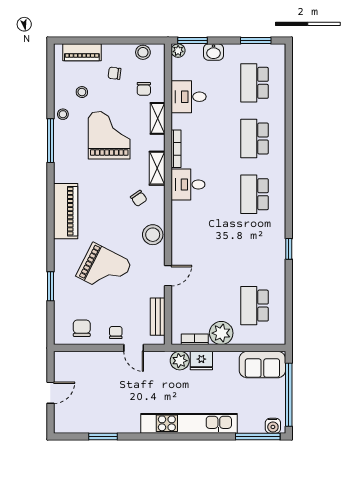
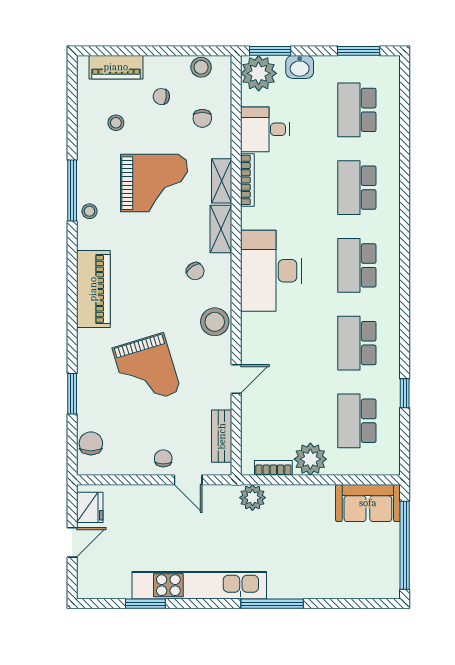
plant: (178, 51) -> (259, 73), width x1.87, depth x1.87
stool: (63, 114) -> (89, 211), moved
shelving: (158, 118) -> (222, 181), moved
grand piano: (109, 135) -> (154, 183), turned 90
bookcase: (176, 149) -> (247, 180), moved
desk: (188, 184) -> (271, 271), width x1.87, depth x1.30
window: (289, 249) -> (405, 393), moved
school desk: (255, 250) -> (357, 343), added
grand piano: (104, 269) -> (147, 370), turned 46
chair: (82, 328) -> (91, 443), moved
fridge: (201, 361) -> (90, 507), moved, turned -90
kitchen unit: (189, 423) -> (199, 585), moved
water cooler: (273, 426) -> (383, 589), removed
window: (258, 437) -> (272, 604), moved

